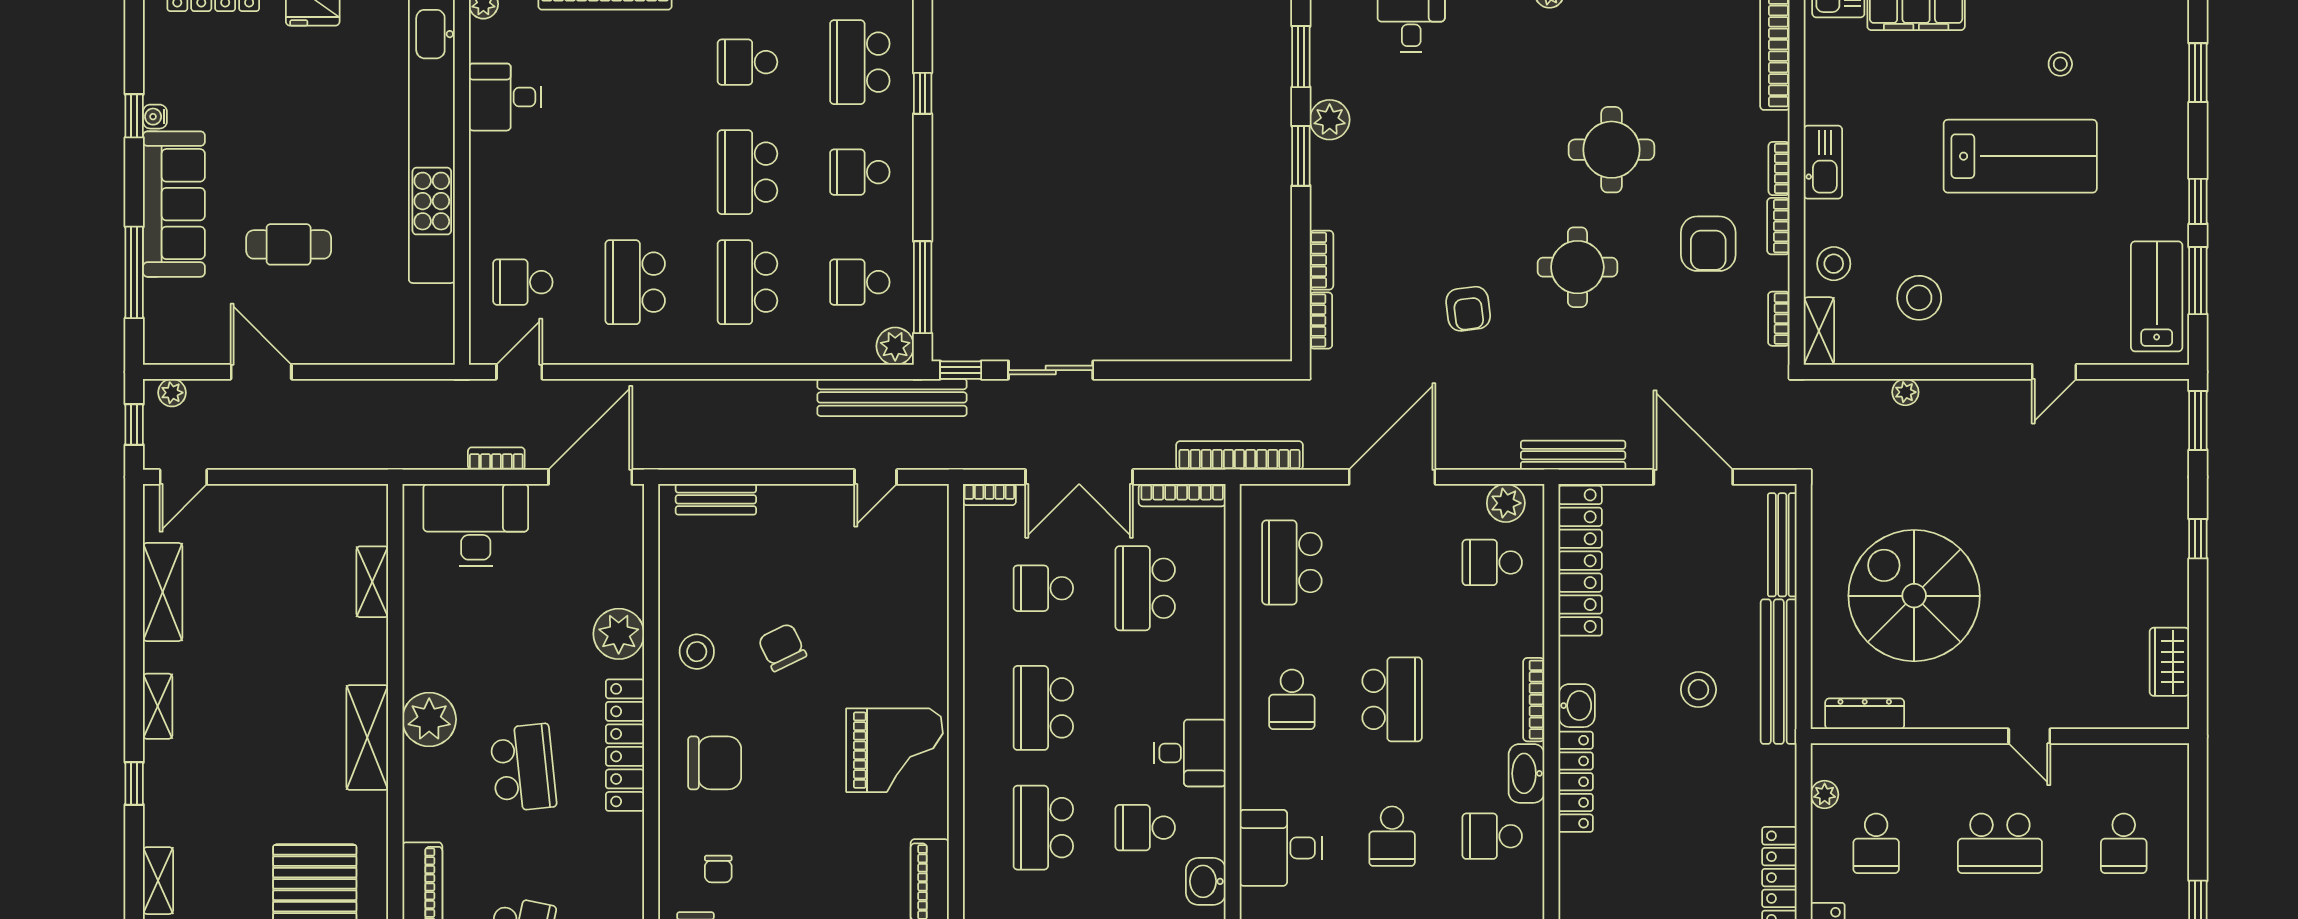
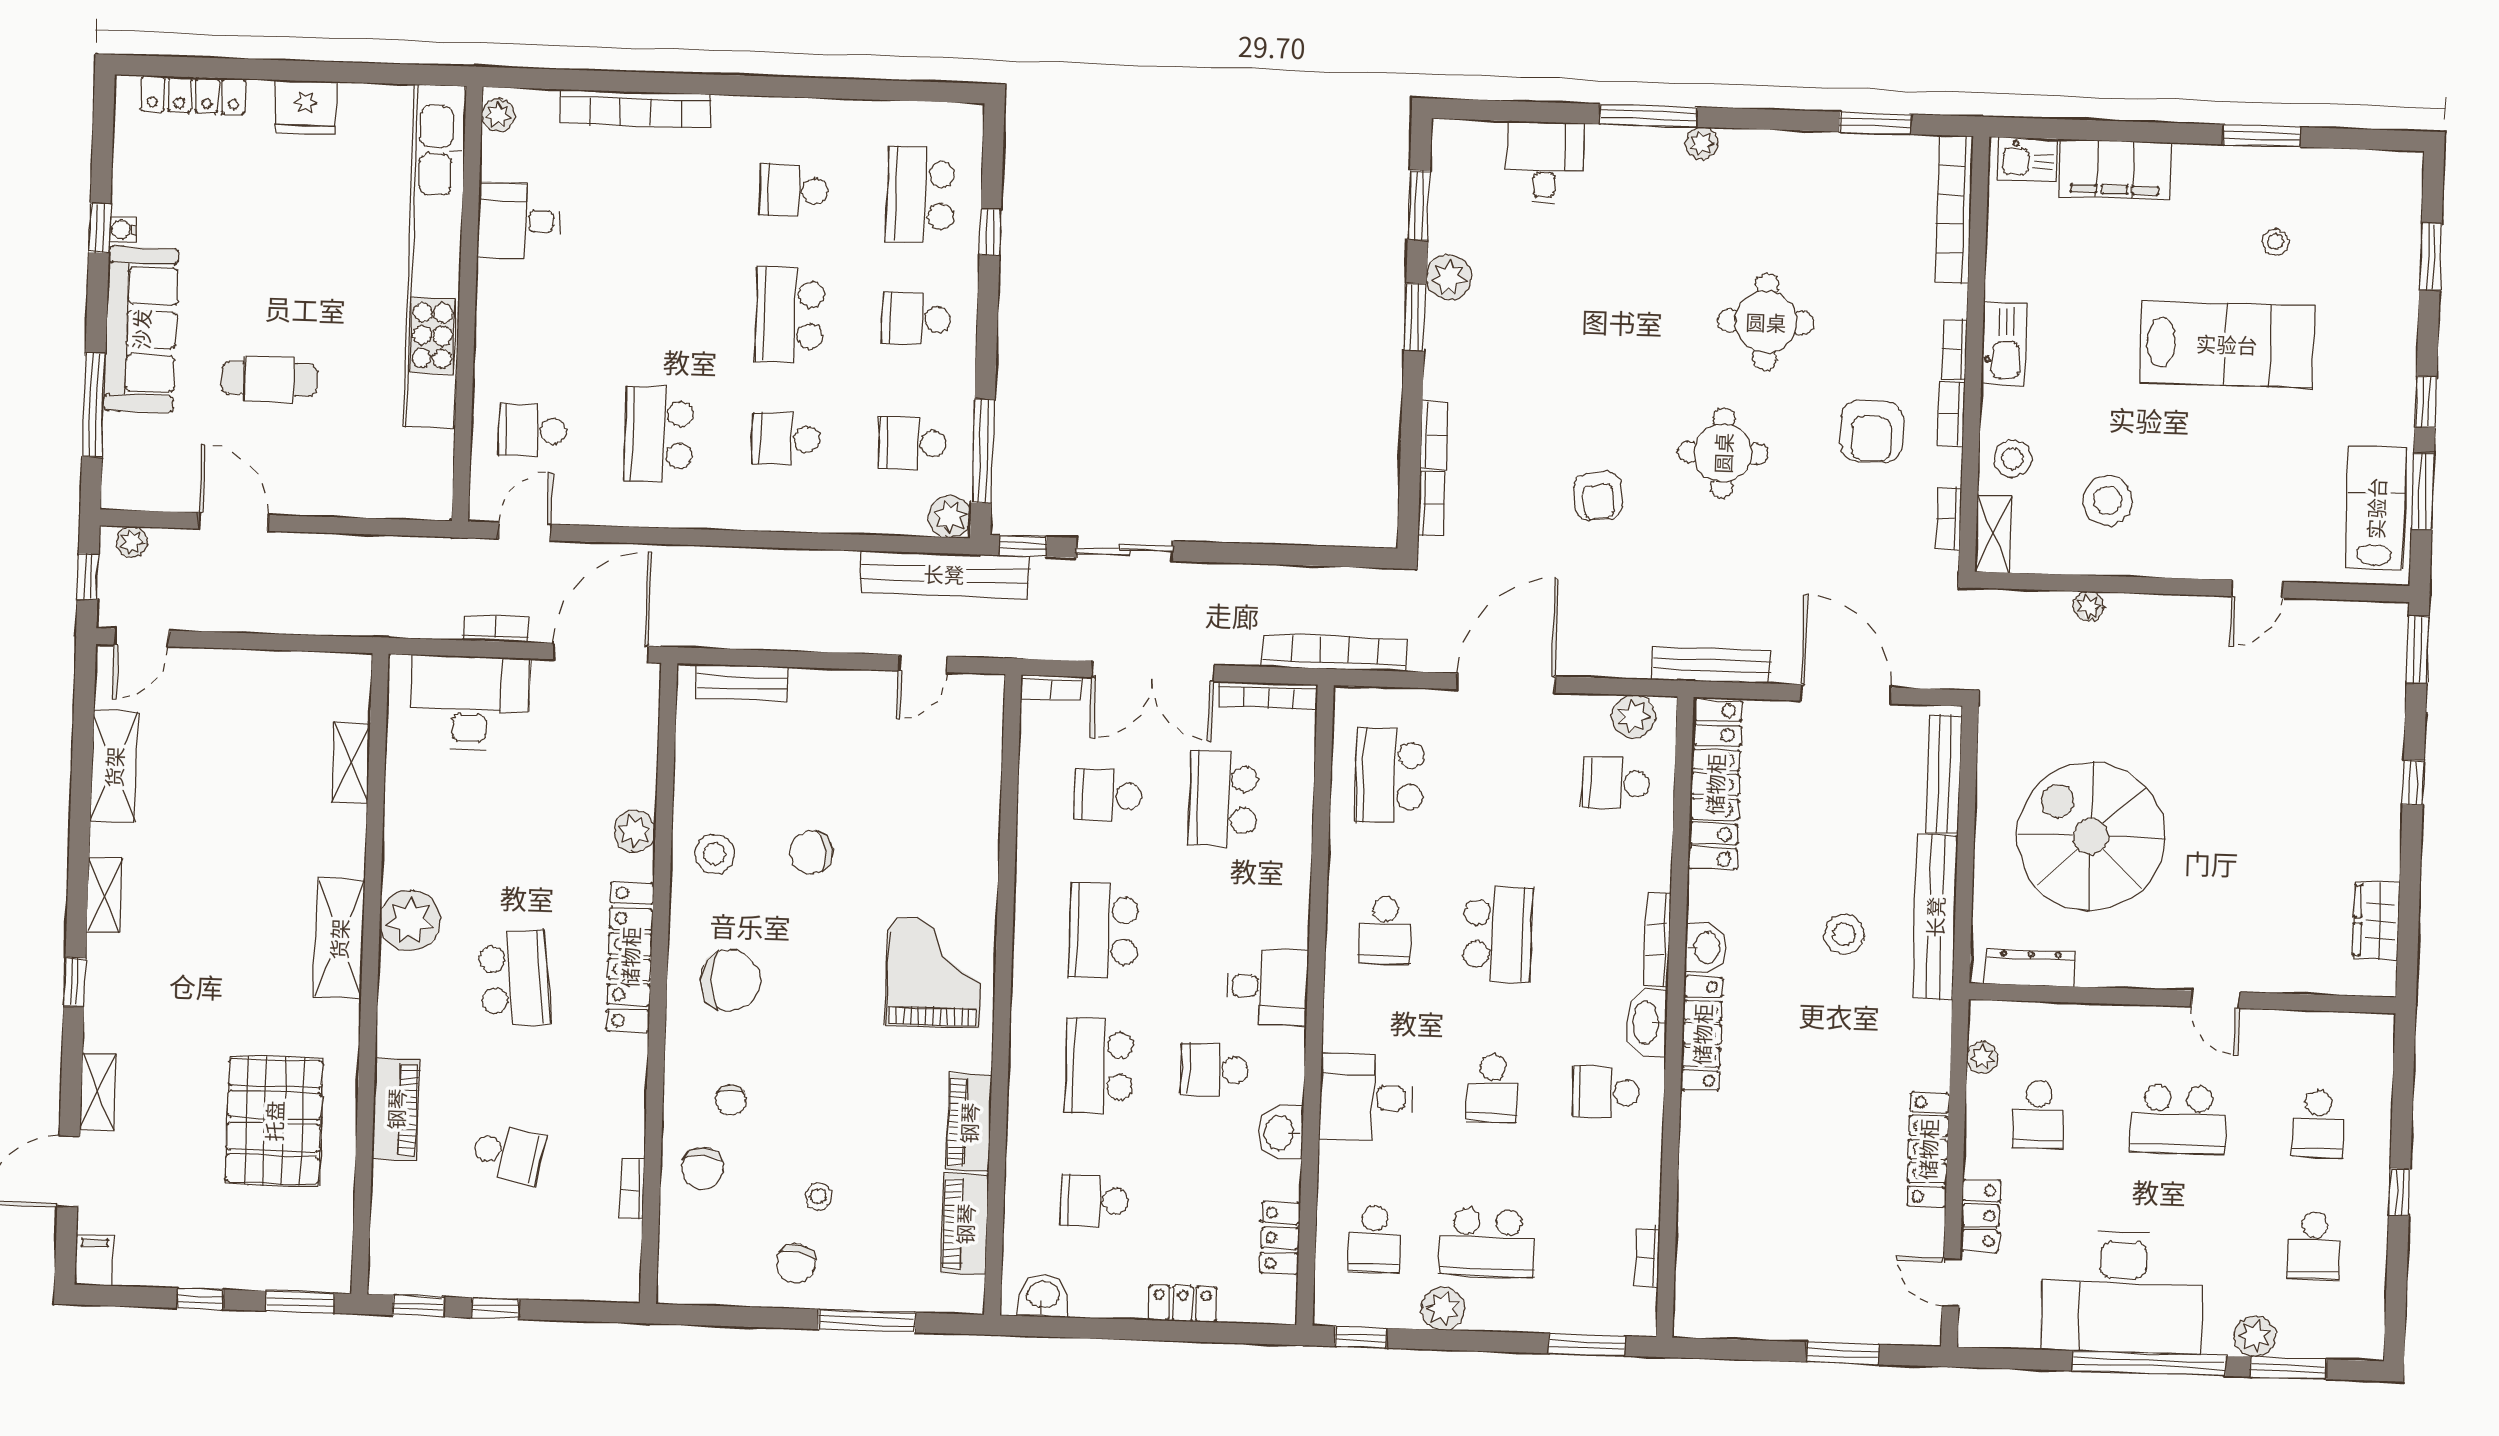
school desk: (747, 282) -> (786, 439), width x0.54
plant: (619, 634) -> (635, 831), width x0.73, depth x0.73
chair: (782, 647) -> (811, 852), turned -73
grand piano: (895, 750) -> (934, 973), turned -90

